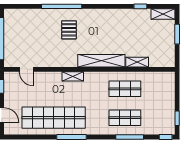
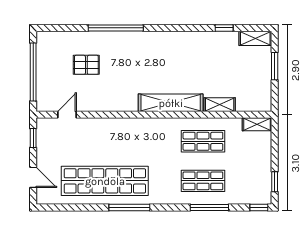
pallet: (69, 30) -> (86, 65), moved, turned 90
door: (26, 69) -> (67, 115), swing flipped
shelving: (73, 76) -> (257, 124), moved

